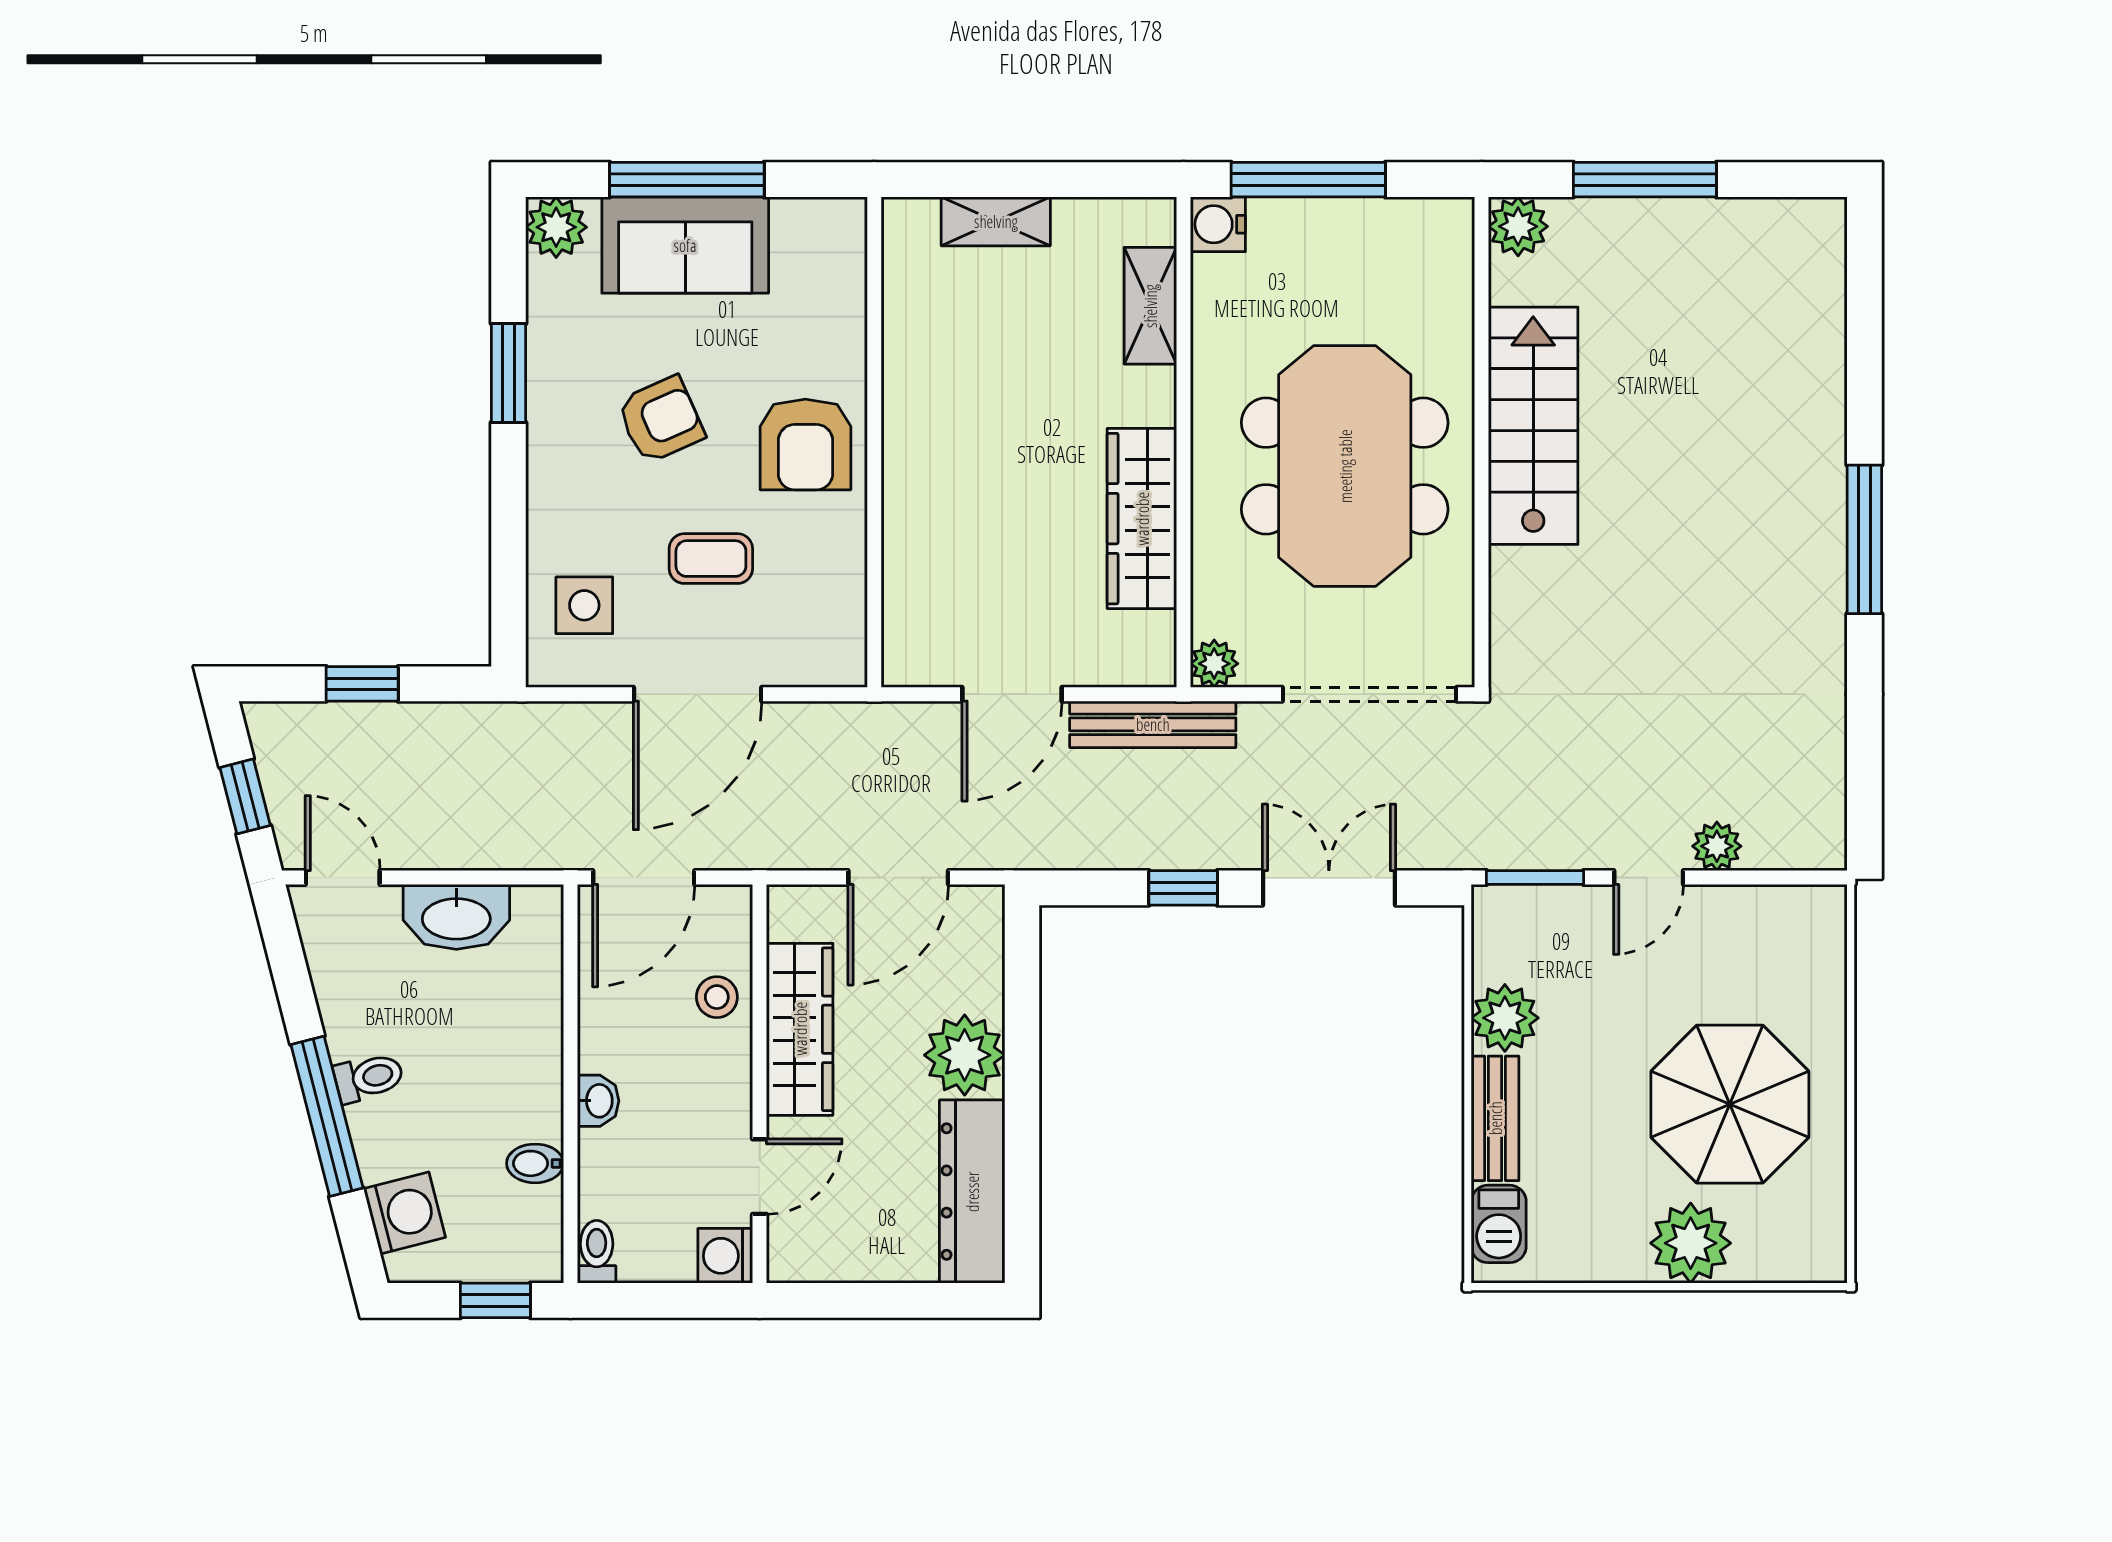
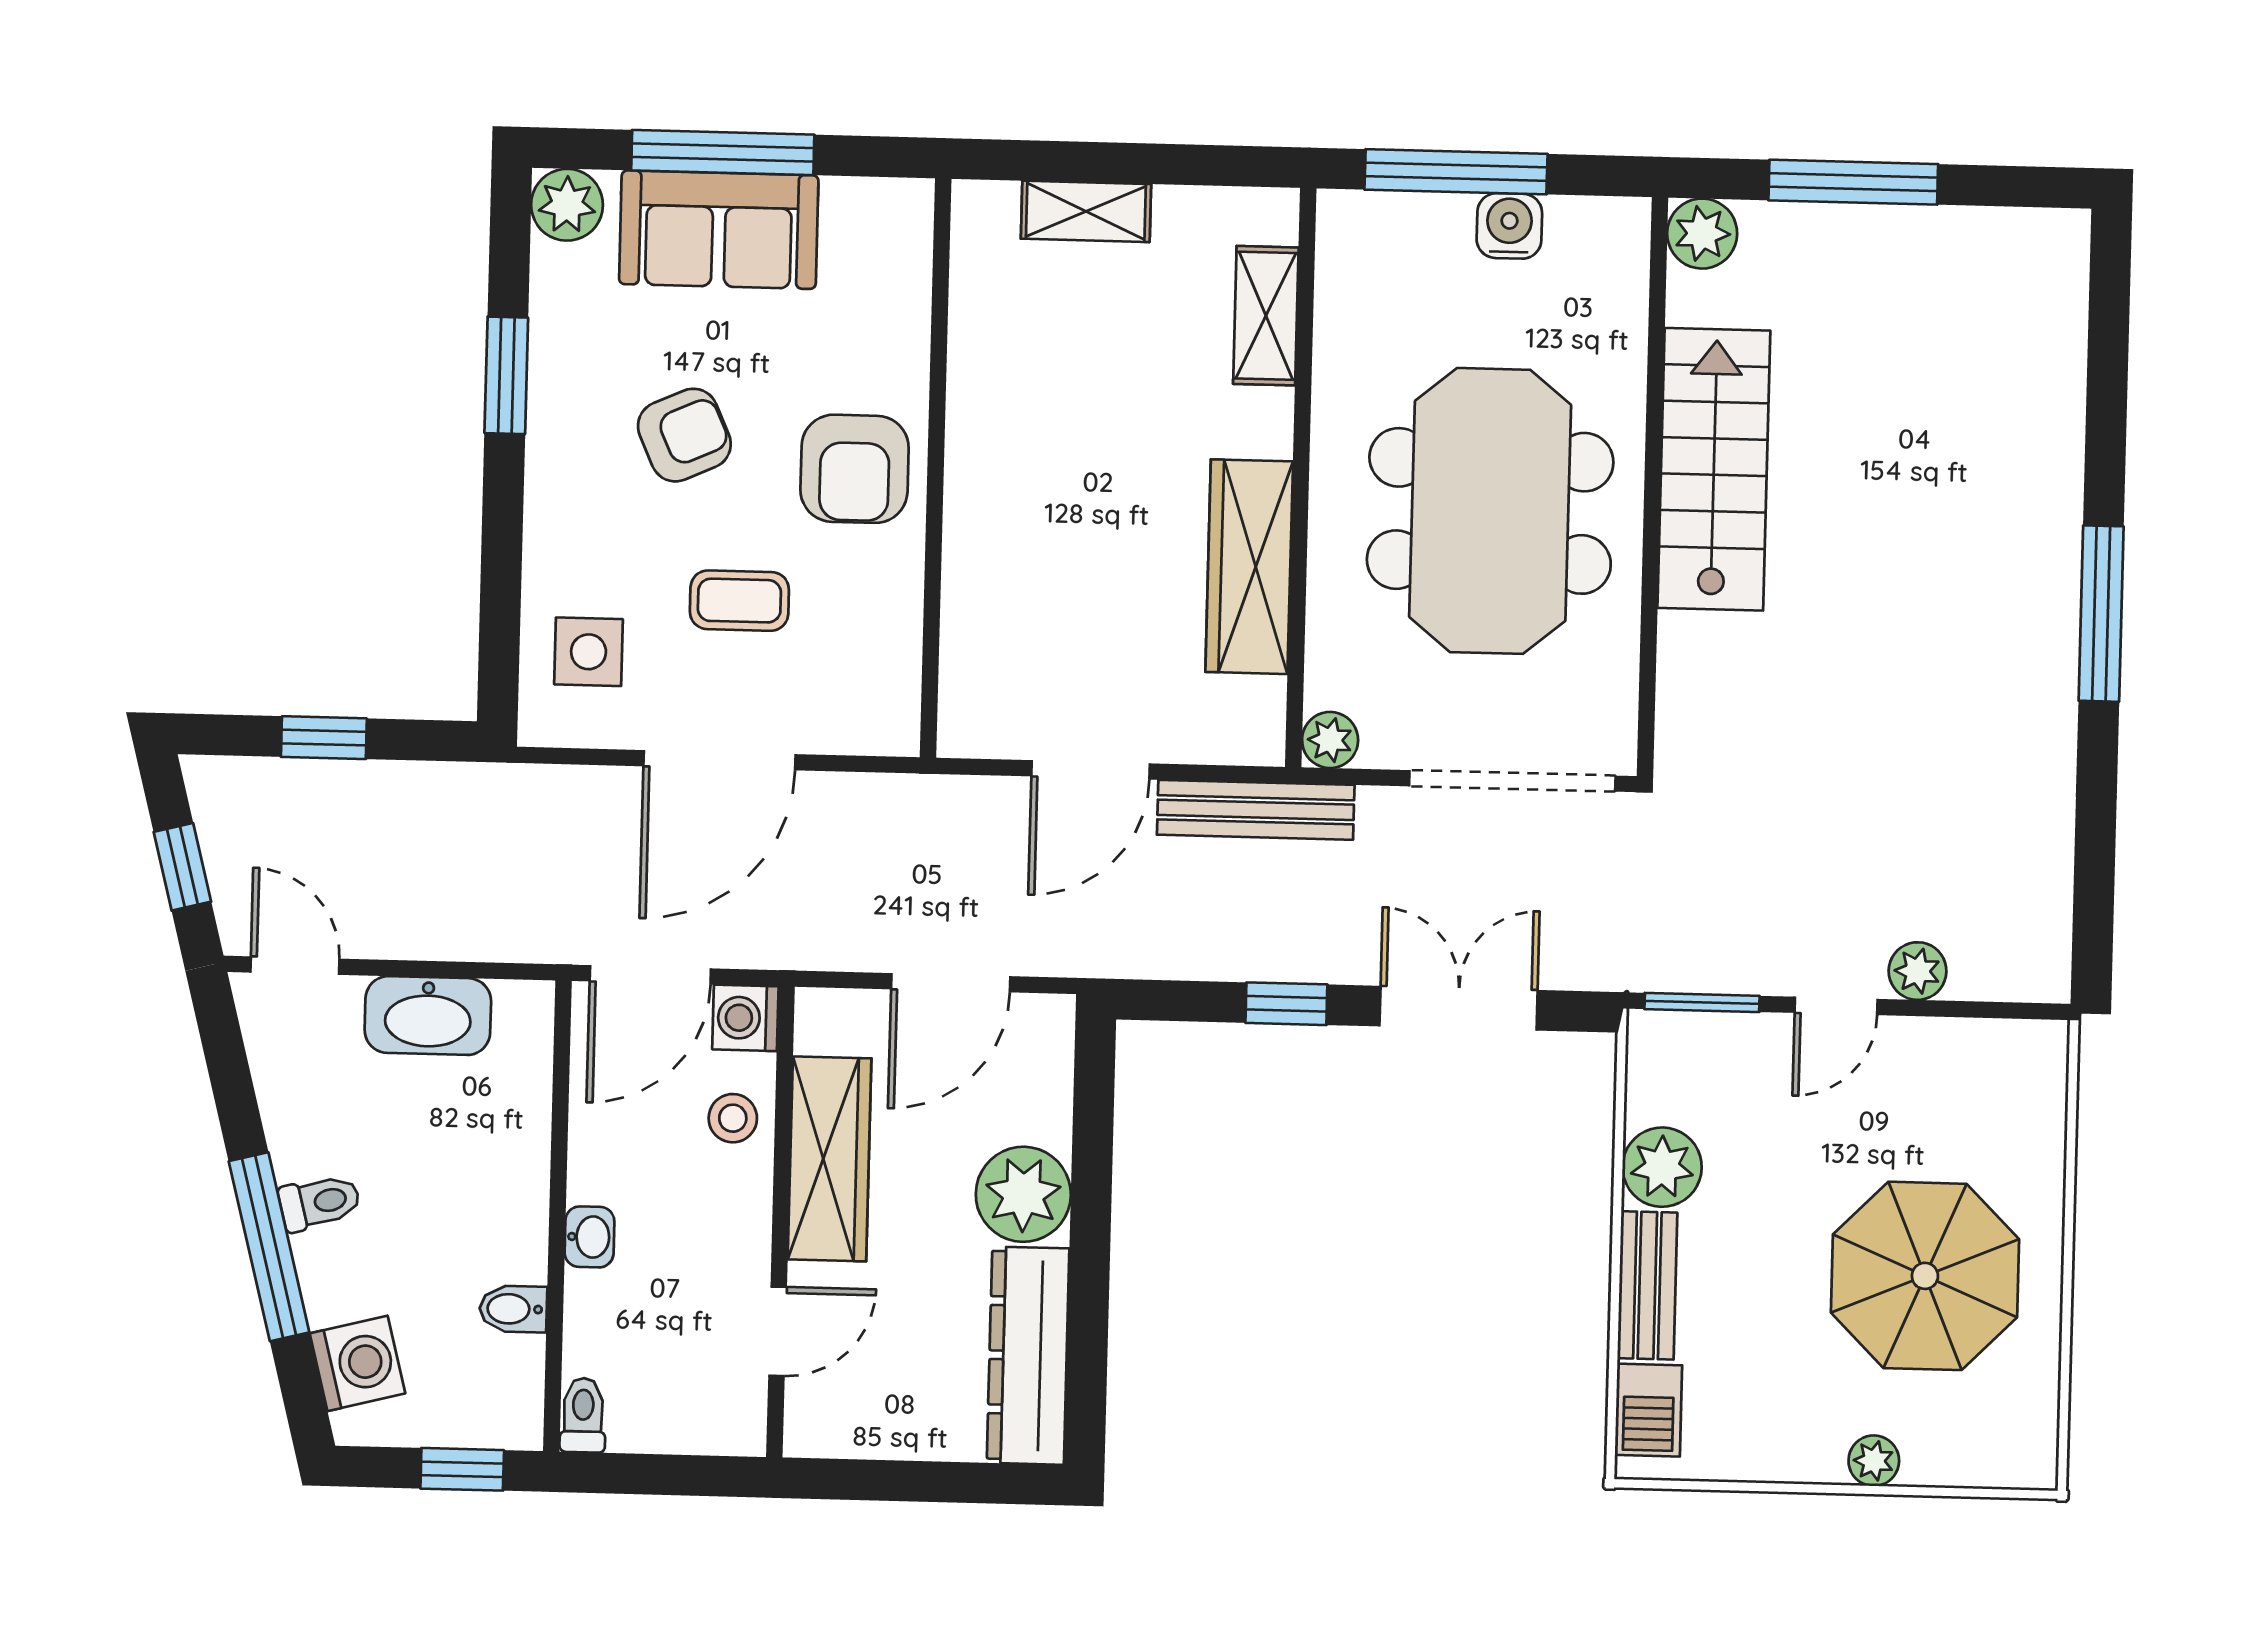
water cooler: (1218, 224) -> (1509, 226), moved, turned 90
plant: (1691, 1243) -> (1874, 1461), width x0.53, depth x0.53
washing machine: (725, 1256) -> (745, 1018), moved

